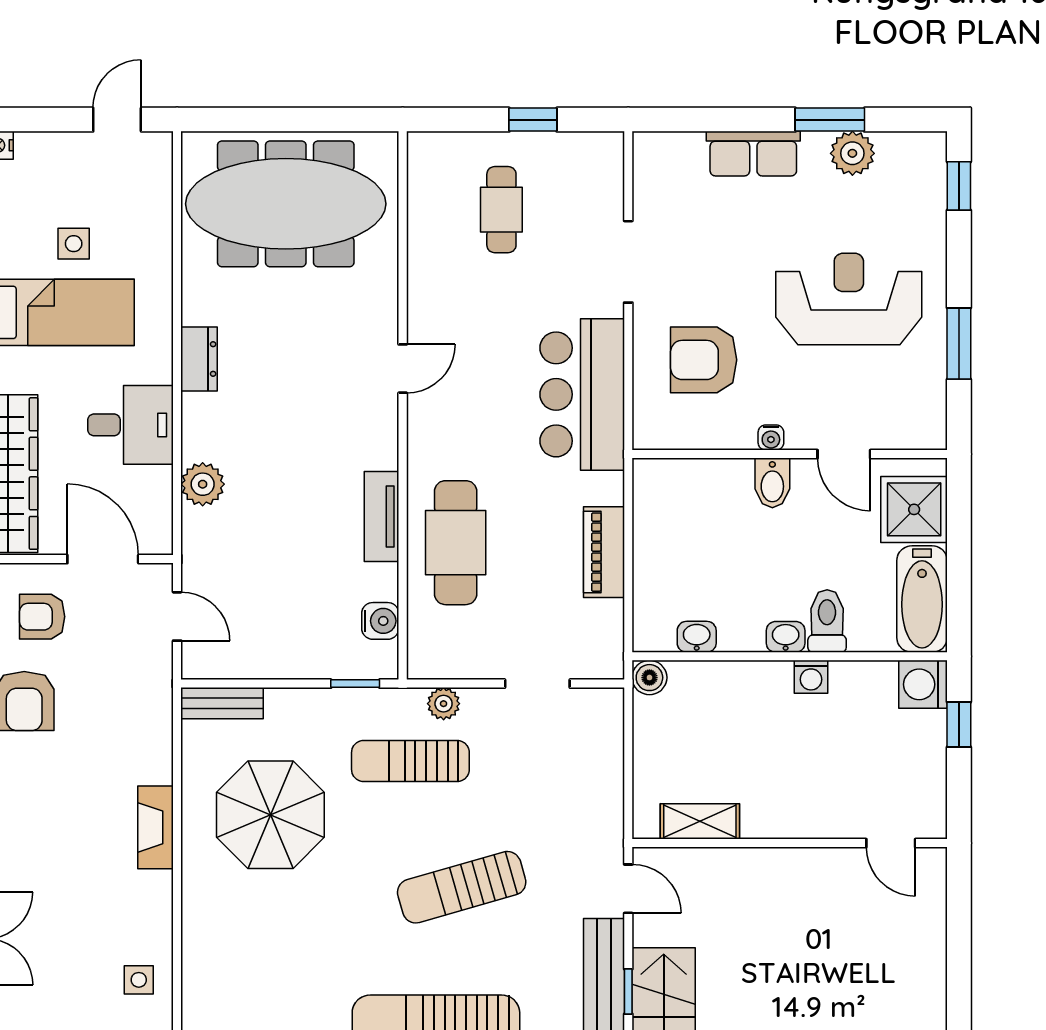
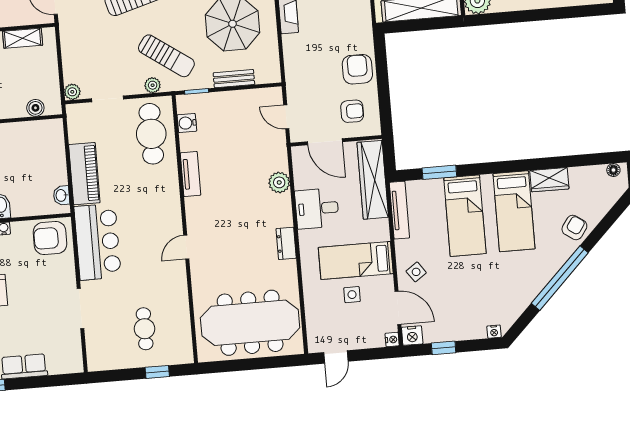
window: (533, 120) -> (157, 372), moved
armchair: (704, 360) -> (50, 238), moved, turned 180
cafe table: (456, 543) -> (151, 134), moved
piano: (604, 552) -> (84, 174), width x1.37, depth x1.33
washbasin: (697, 637) -> (61, 195), moved, turned 90
boiler: (649, 678) -> (35, 108), moved
bench: (222, 703) -> (234, 79), moved
plant: (608, 704) -> (72, 92), added
sun lounger: (410, 761) -> (166, 56), turned 35

